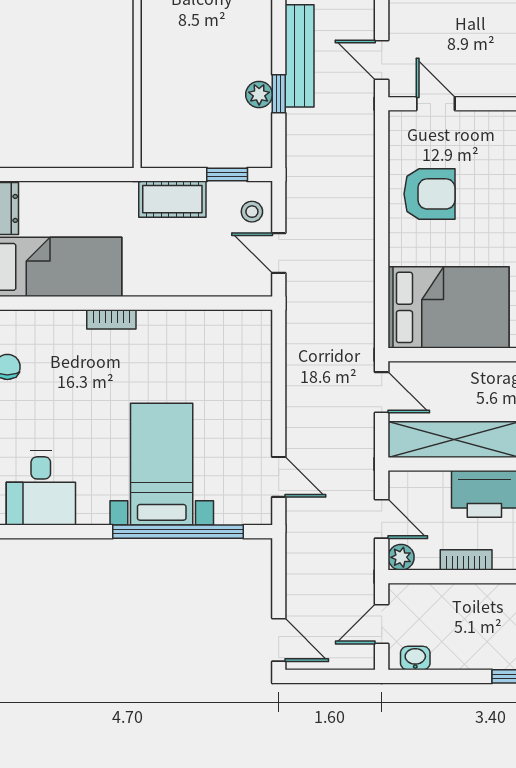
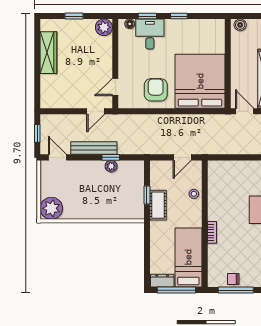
window: (227, 174) -> (147, 195), moved
stool: (252, 212) -> (194, 194), moved
bed: (448, 307) -> (200, 81), width x1.36
door: (382, 392) -> (245, 111), hinge flipped

